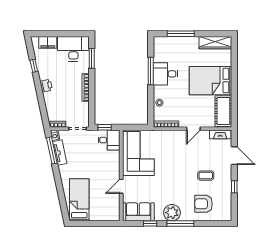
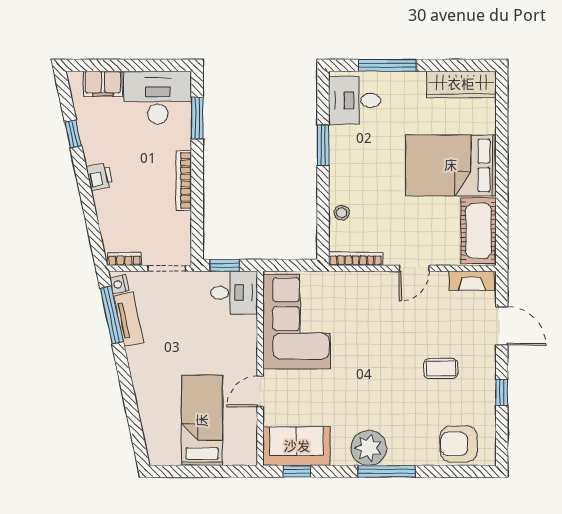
window: (151, 71) -> (323, 145), width x0.69
desk: (165, 74) -> (355, 100), moved
bed: (79, 200) -> (202, 420), moved
armchair: (204, 204) -> (459, 444), moved
window: (150, 224) -> (297, 471), moved

